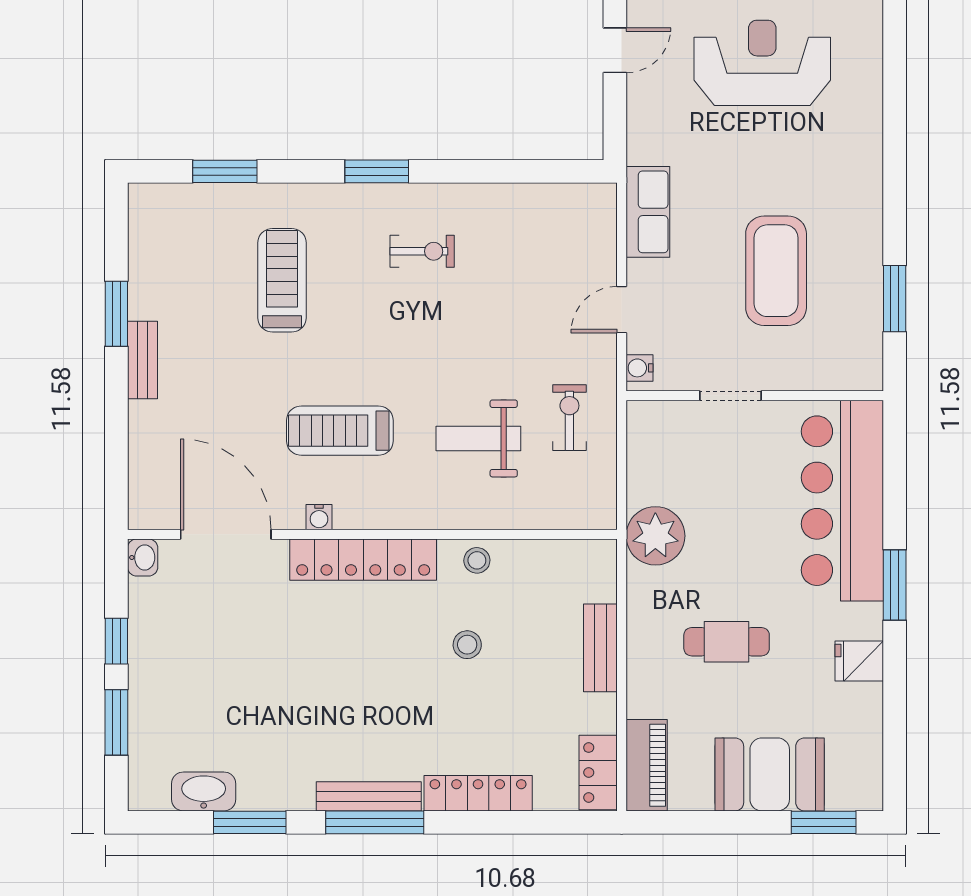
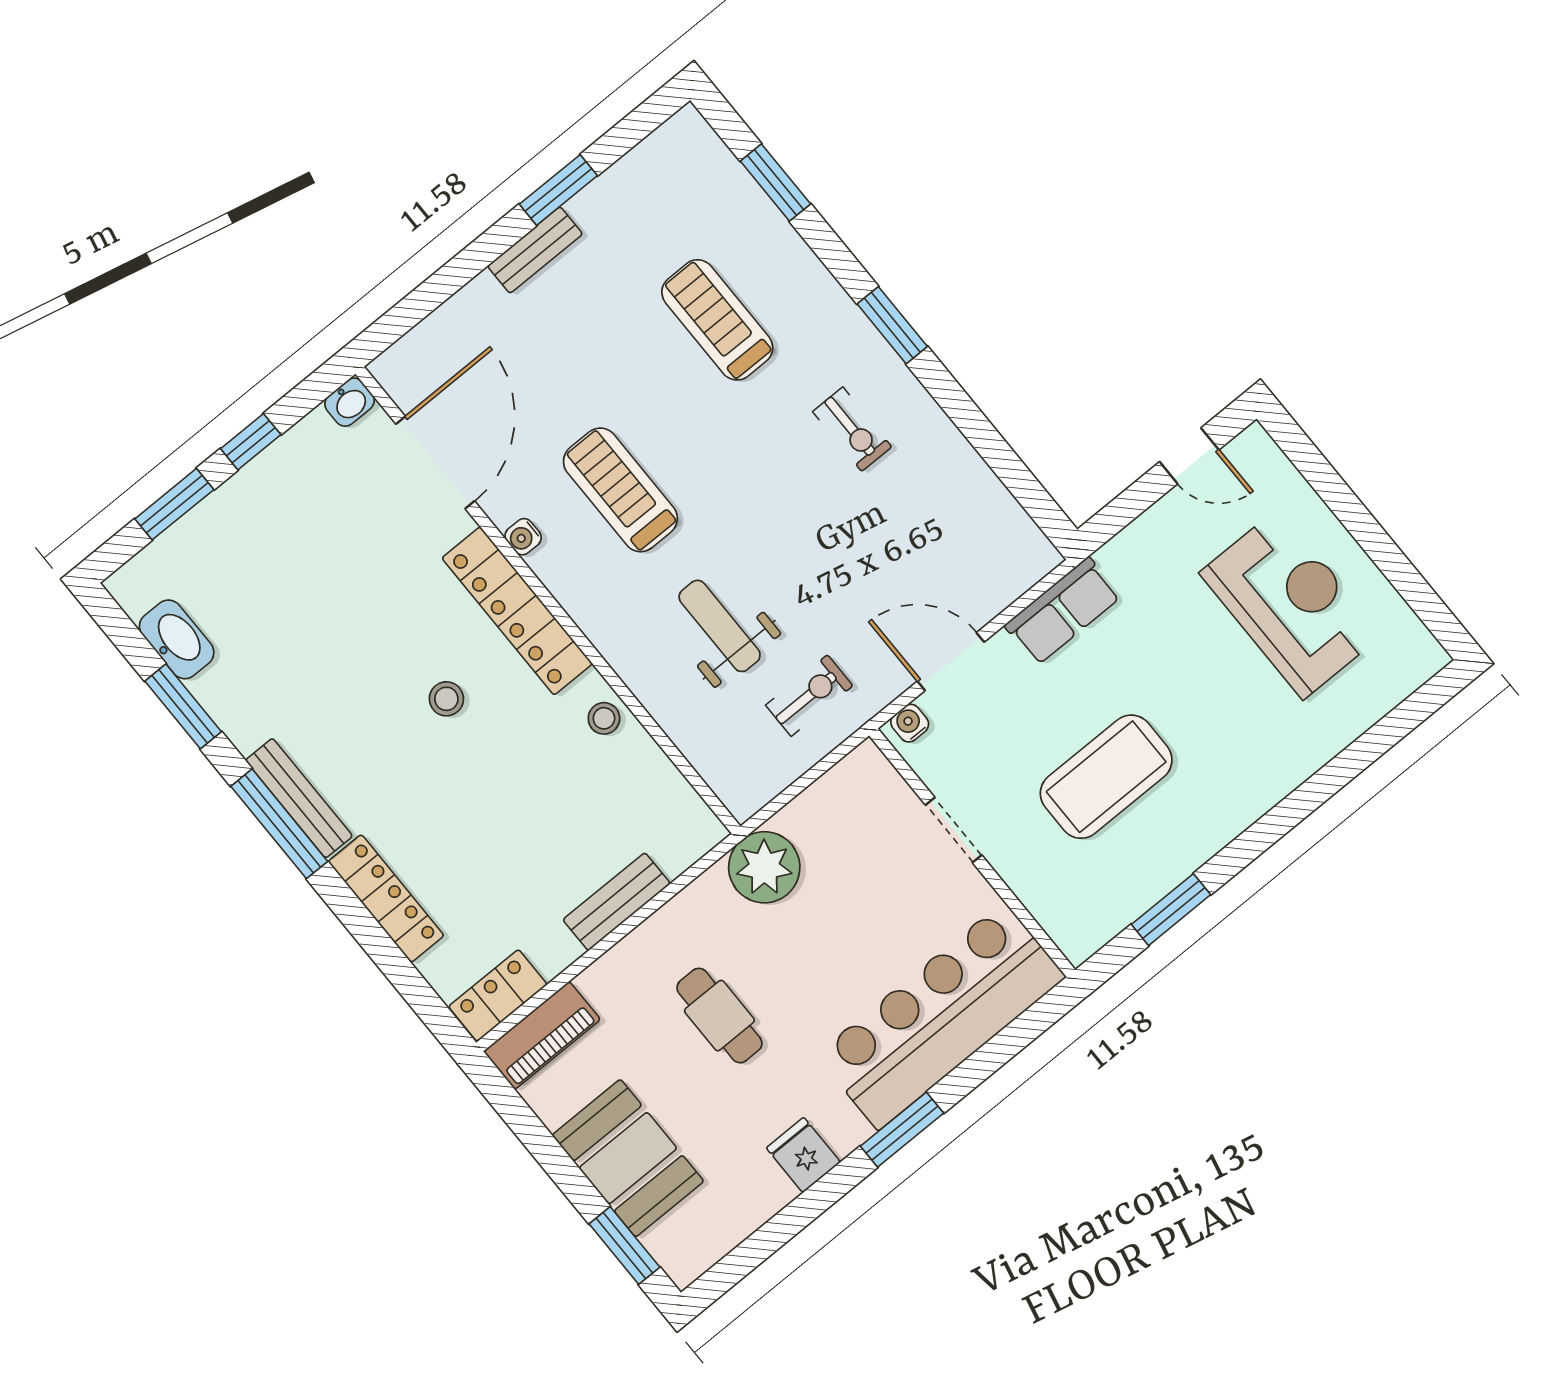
treadmill: (282, 280) -> (717, 320), turned -90
door: (622, 310) -> (951, 662), width x1.37
stool: (467, 645) -> (446, 699), moved

